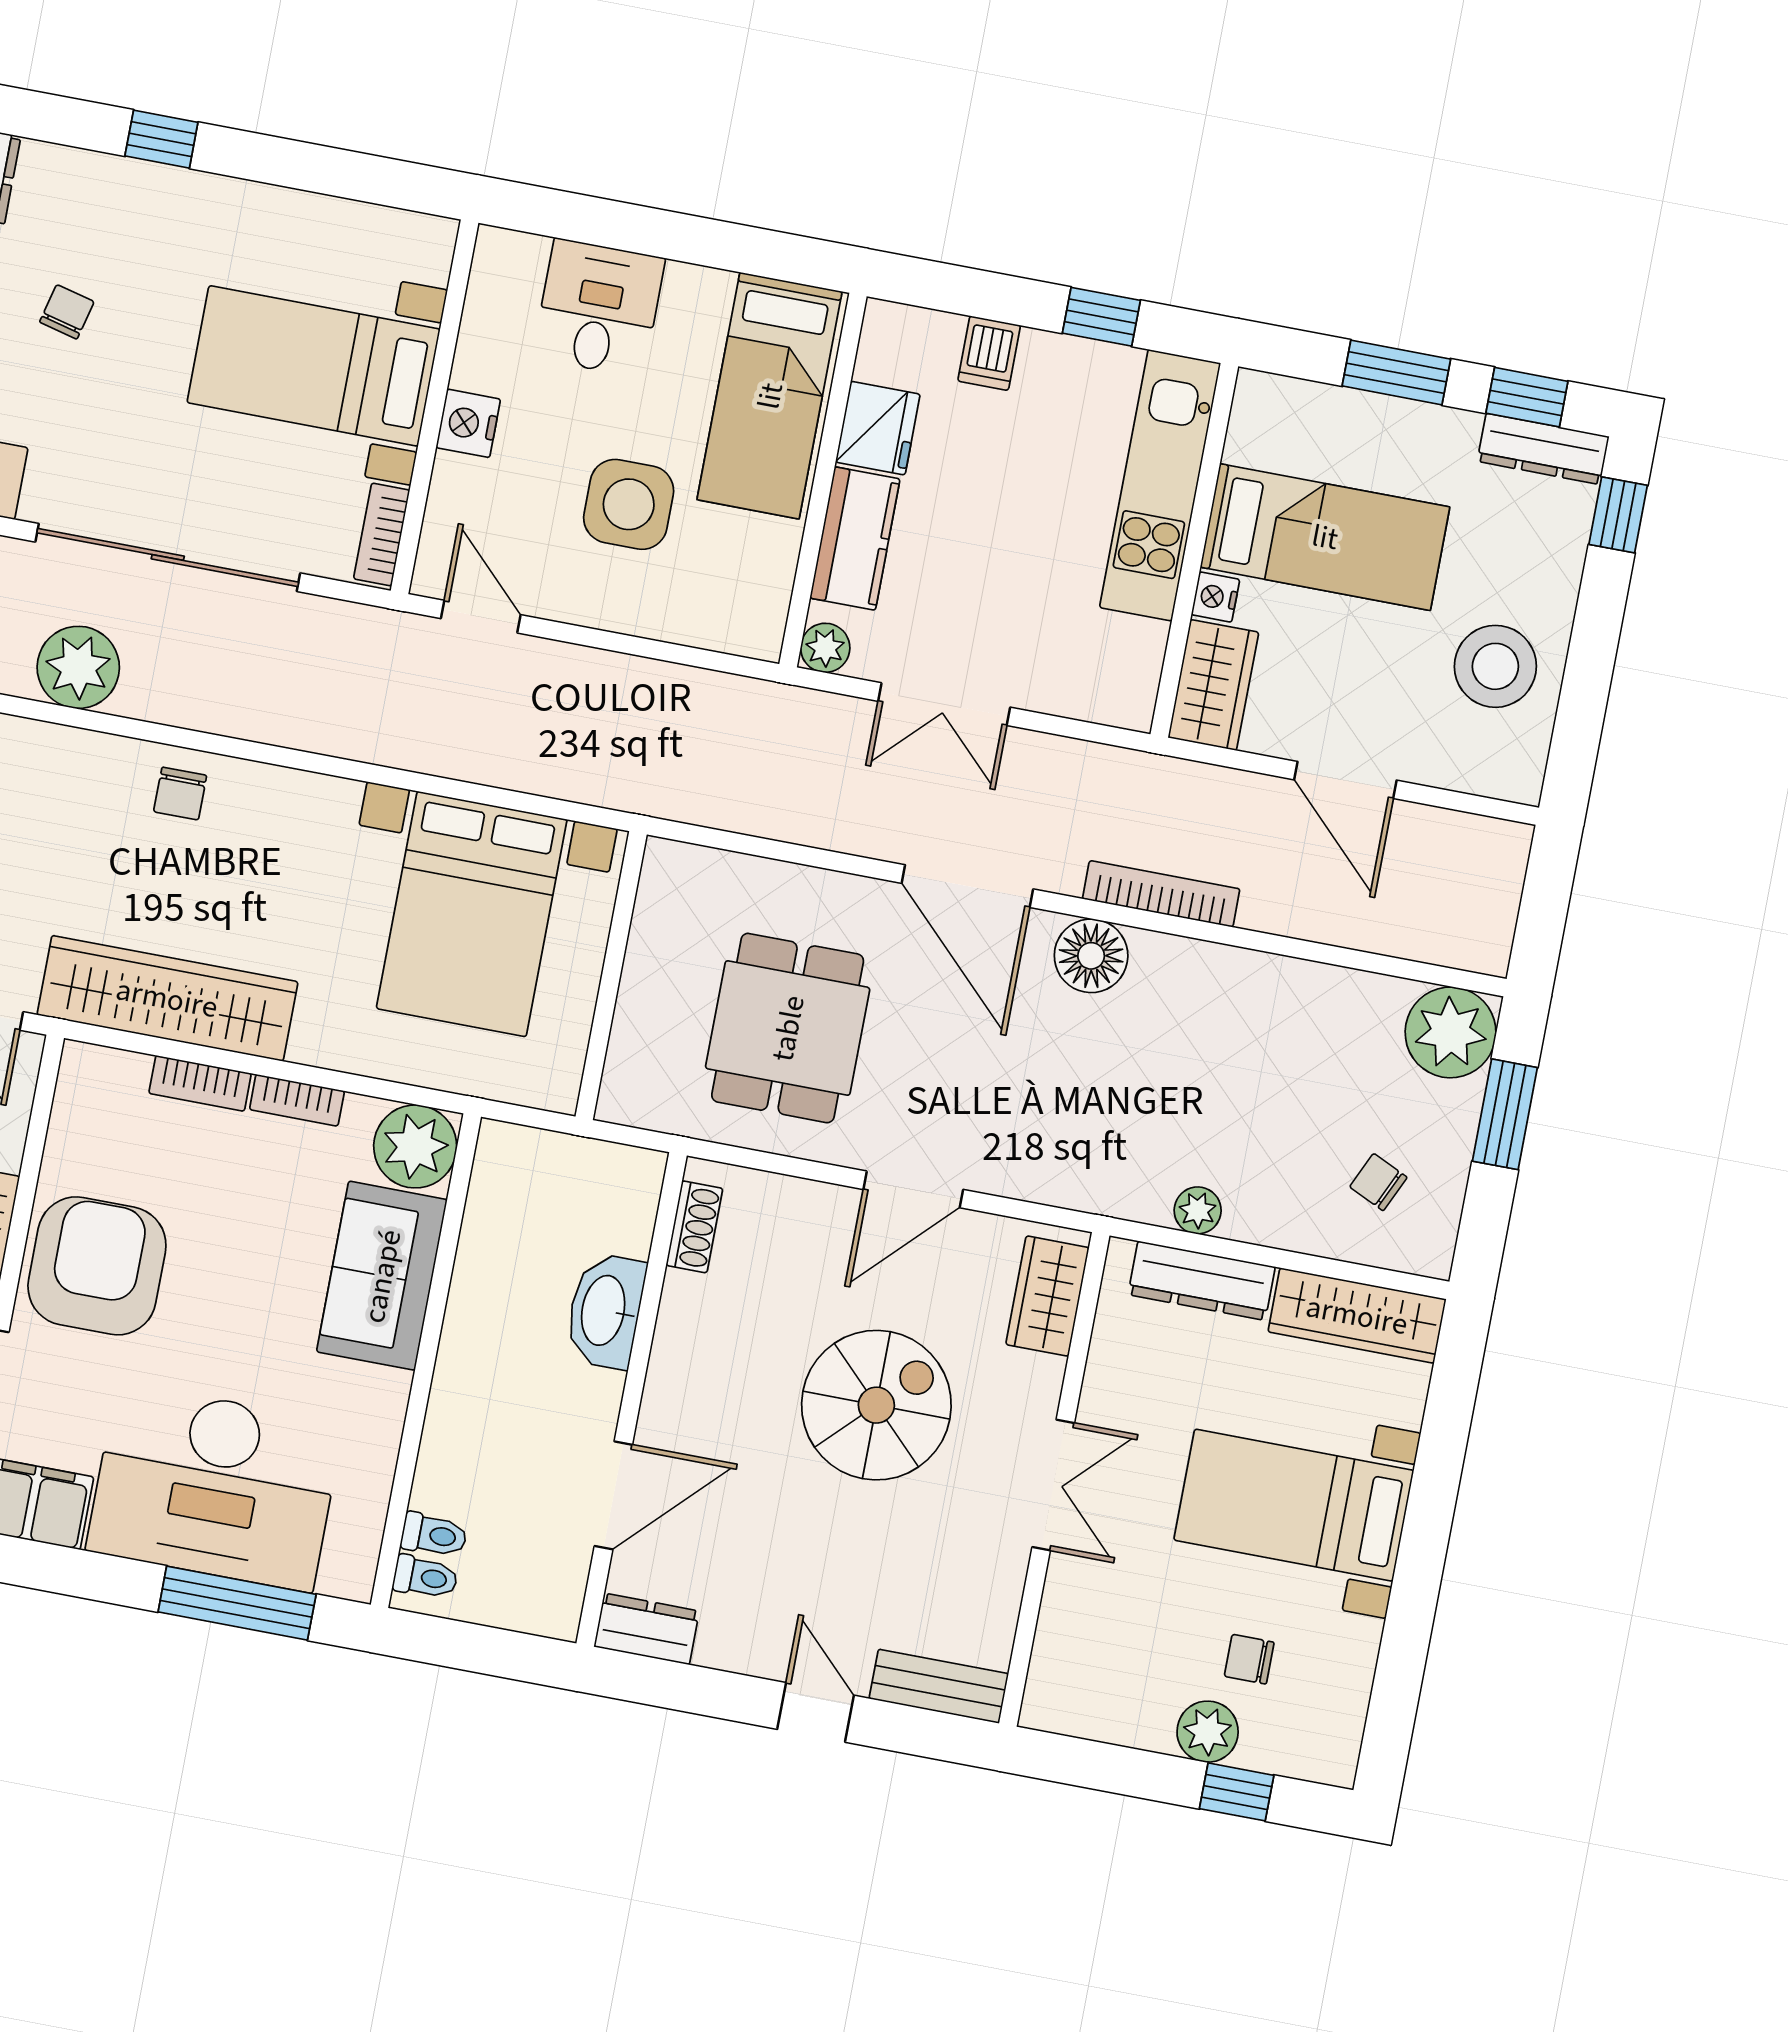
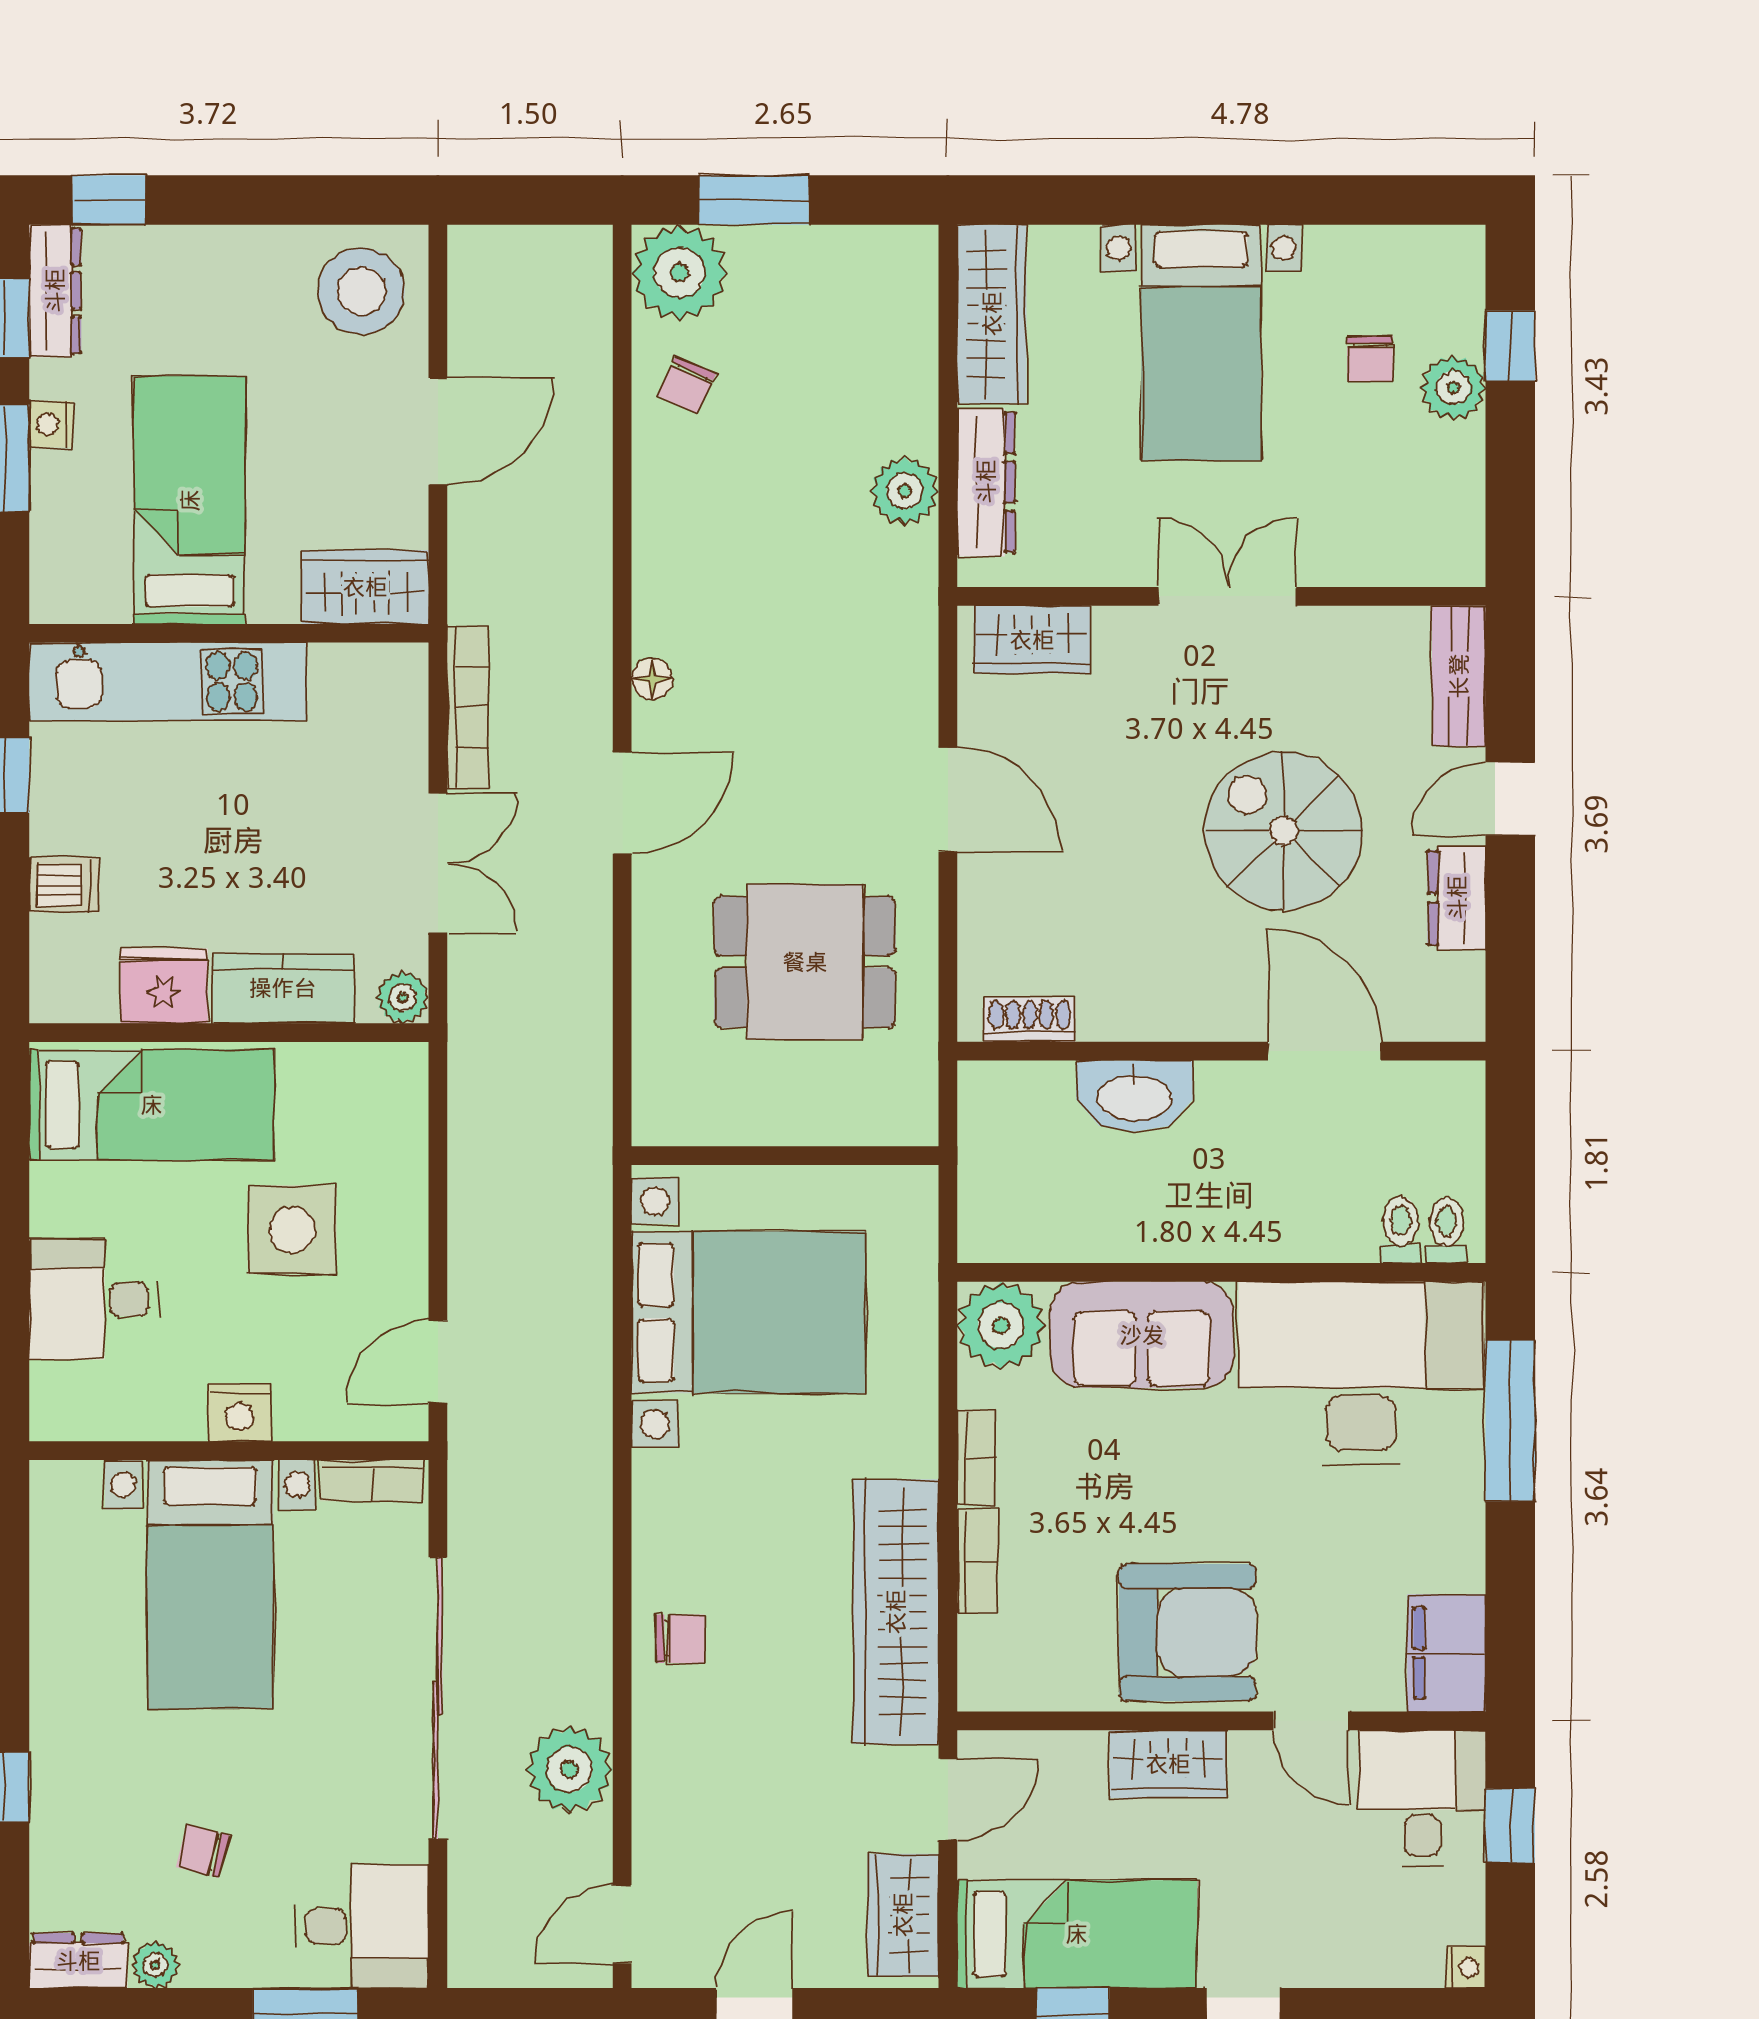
nightstand: (1215, 597) -> (51, 424), moved, turned 90
stool: (1495, 666) -> (361, 291), moved
door: (967, 886) -> (622, 803), width x0.73
bookcase: (1161, 894) -> (468, 707), moved, turned 180
floor lamp: (1091, 956) -> (652, 679), width x0.53, depth x0.53
chair: (1378, 1182) -> (686, 385), moved
plant: (1198, 1210) -> (905, 491), width x1.38, depth x1.38
armchair: (97, 1266) -> (1187, 1633), turned 180
spiral stairs: (876, 1405) -> (1284, 831), moved
desk: (215, 1487) -> (1361, 1373), moved, turned -90
dresser: (647, 1629) -> (1457, 898), moved

